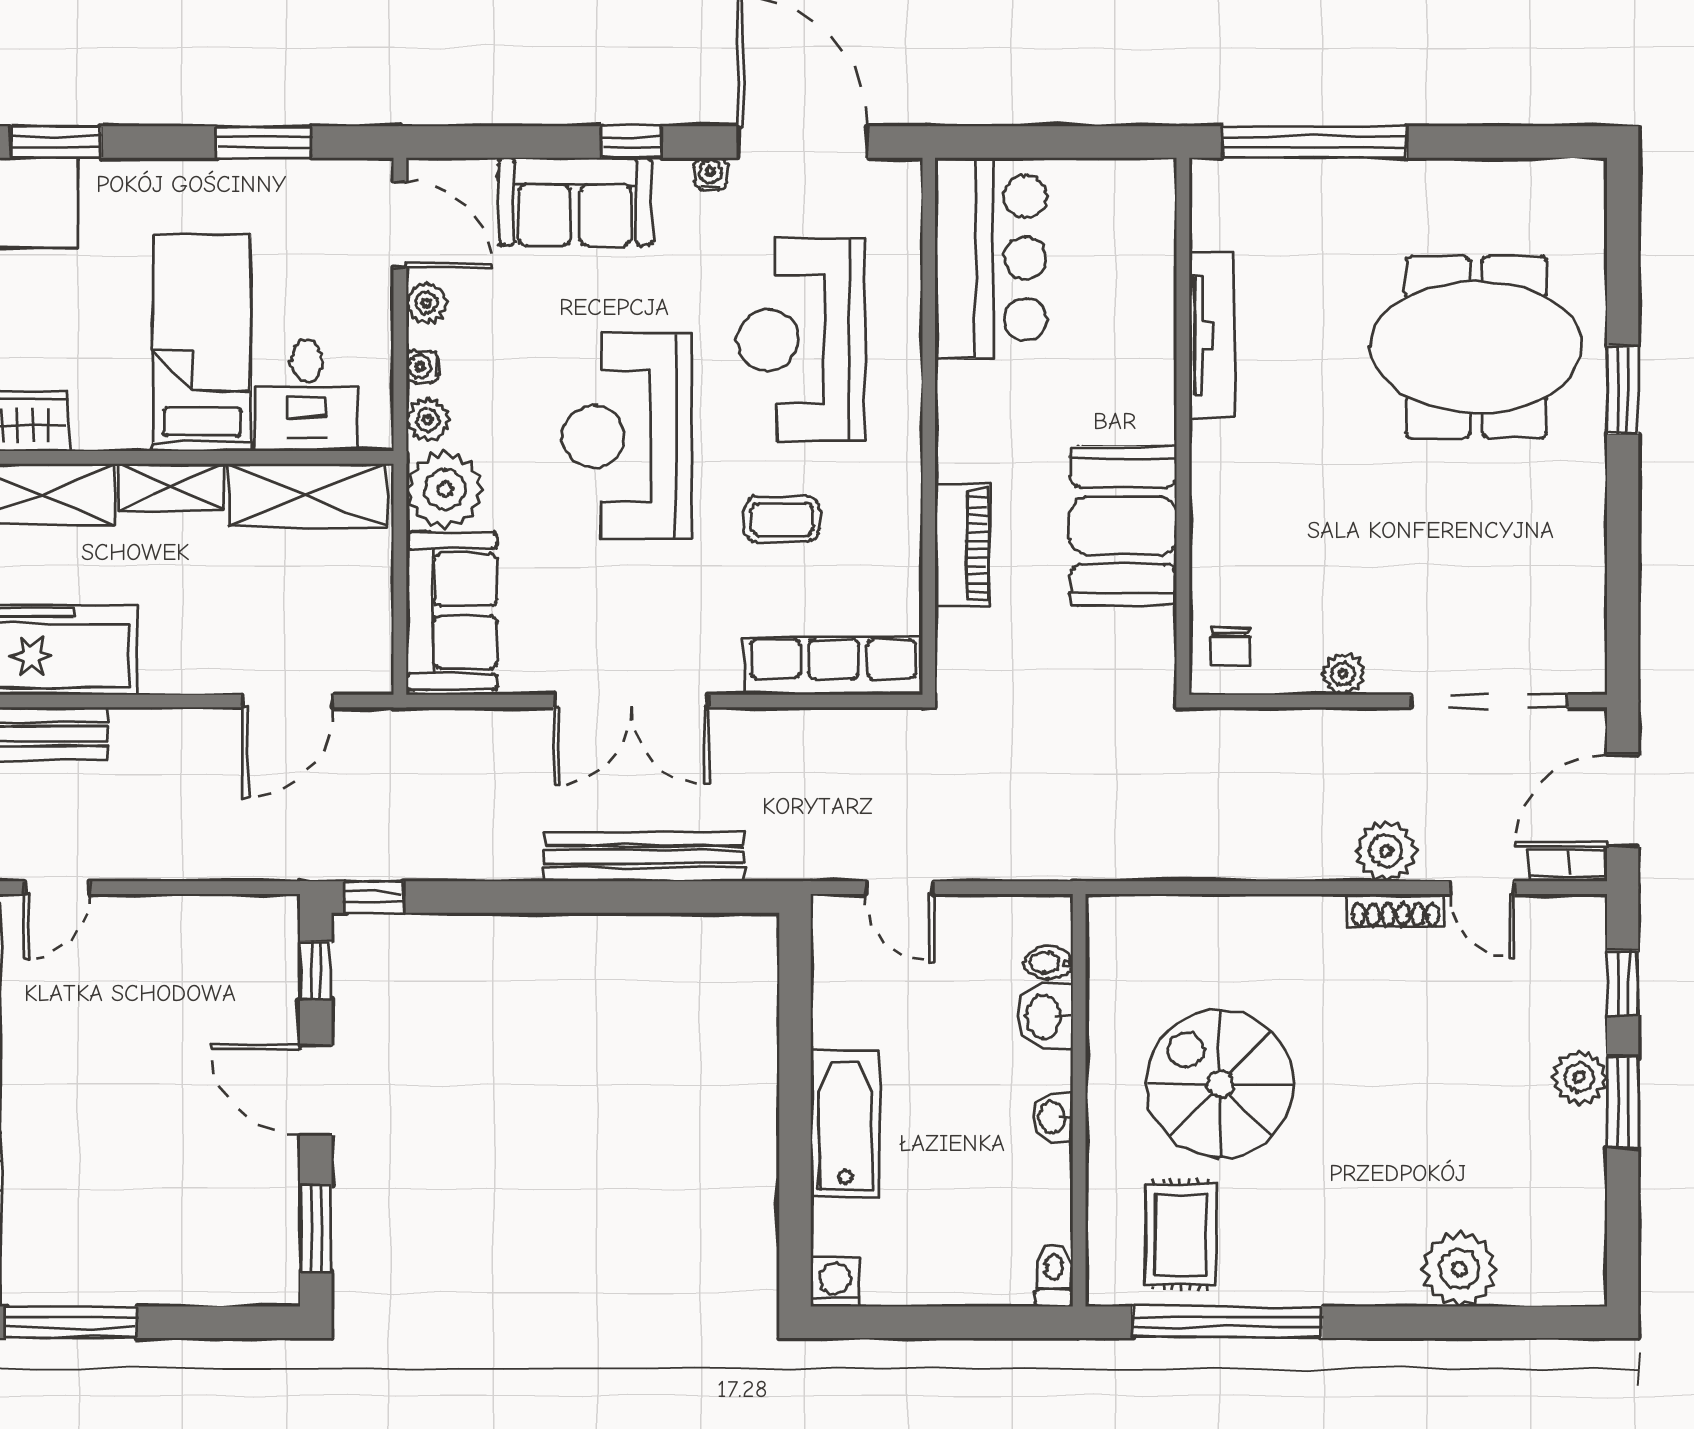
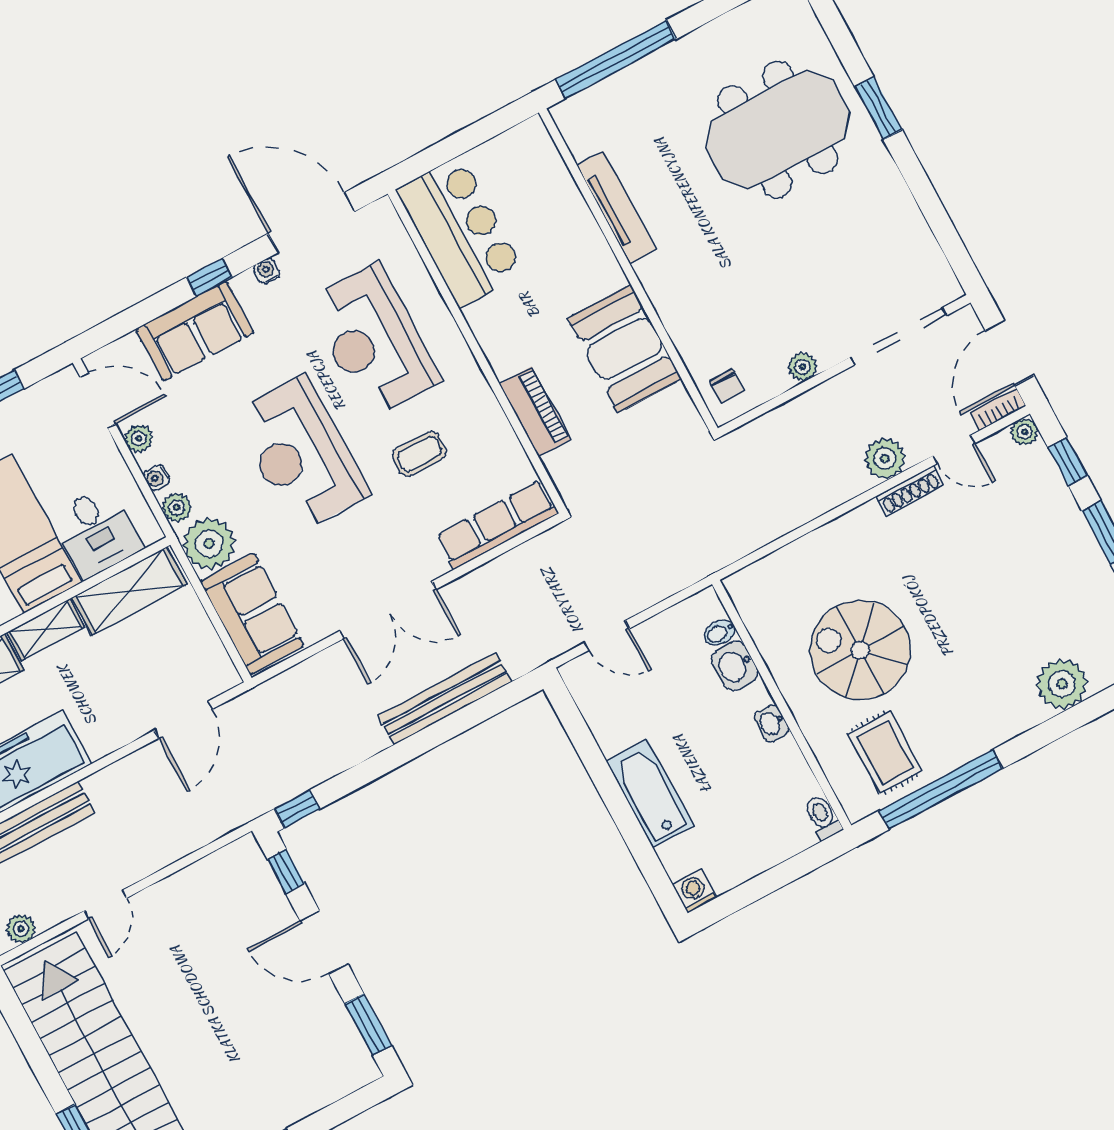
plant: (1579, 1077) -> (1025, 432), moved, width x0.73, depth x0.73

